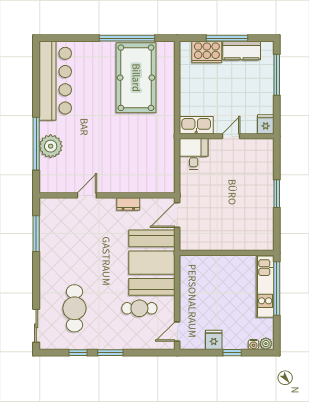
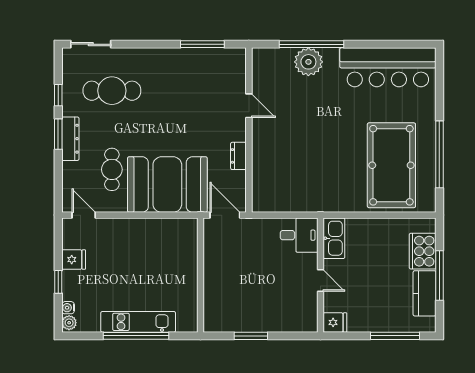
pool table: (136, 78) -> (391, 165), turned 90
wall: (227, 253) -> (201, 275), moved
dresser: (114, 343) -> (70, 139), added

